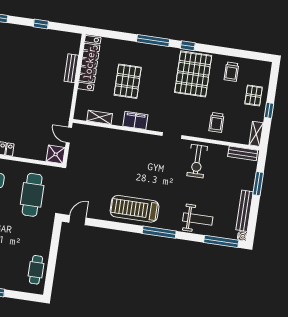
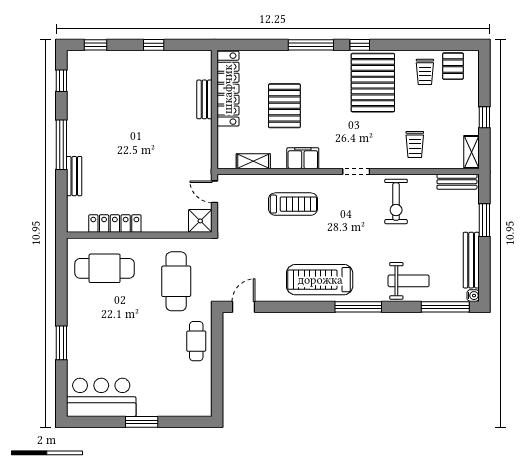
pallet: (254, 95) -> (453, 66), moved
treadmill: (123, 152) -> (293, 204), added
cafe table: (36, 270) -> (196, 341), moved

